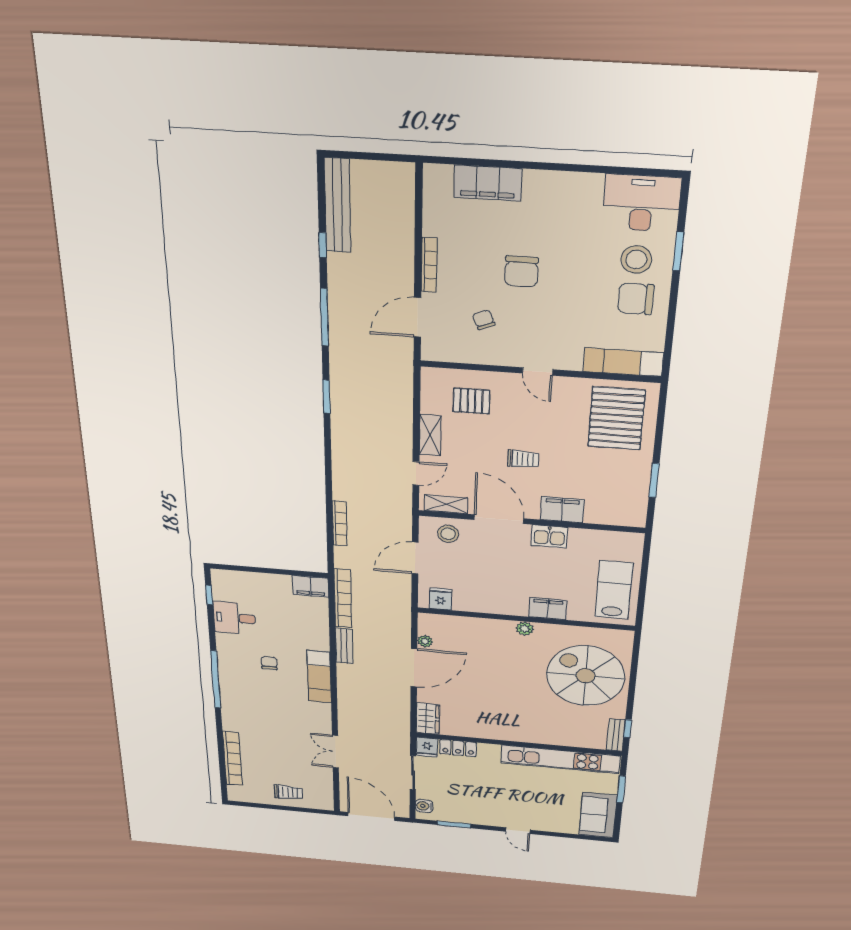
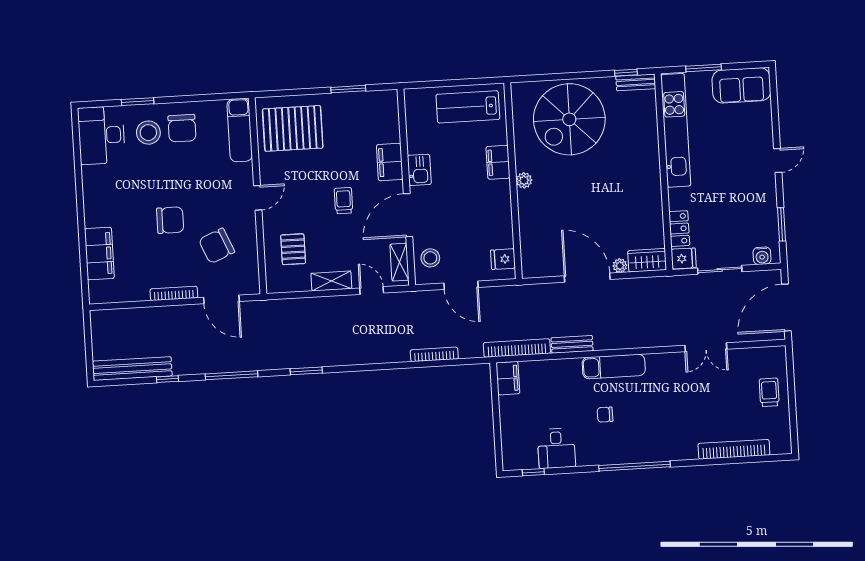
chair: (484, 320) -> (217, 246), width x1.87, depth x1.87
plant: (425, 641) -> (620, 266), moved

